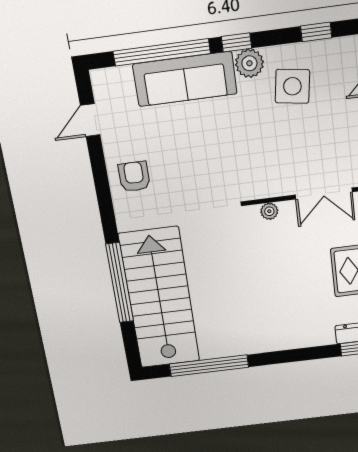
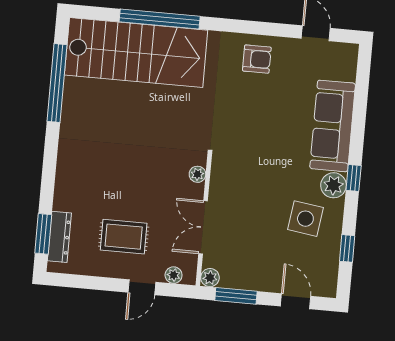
window: (162, 52) -> (360, 111), removed

